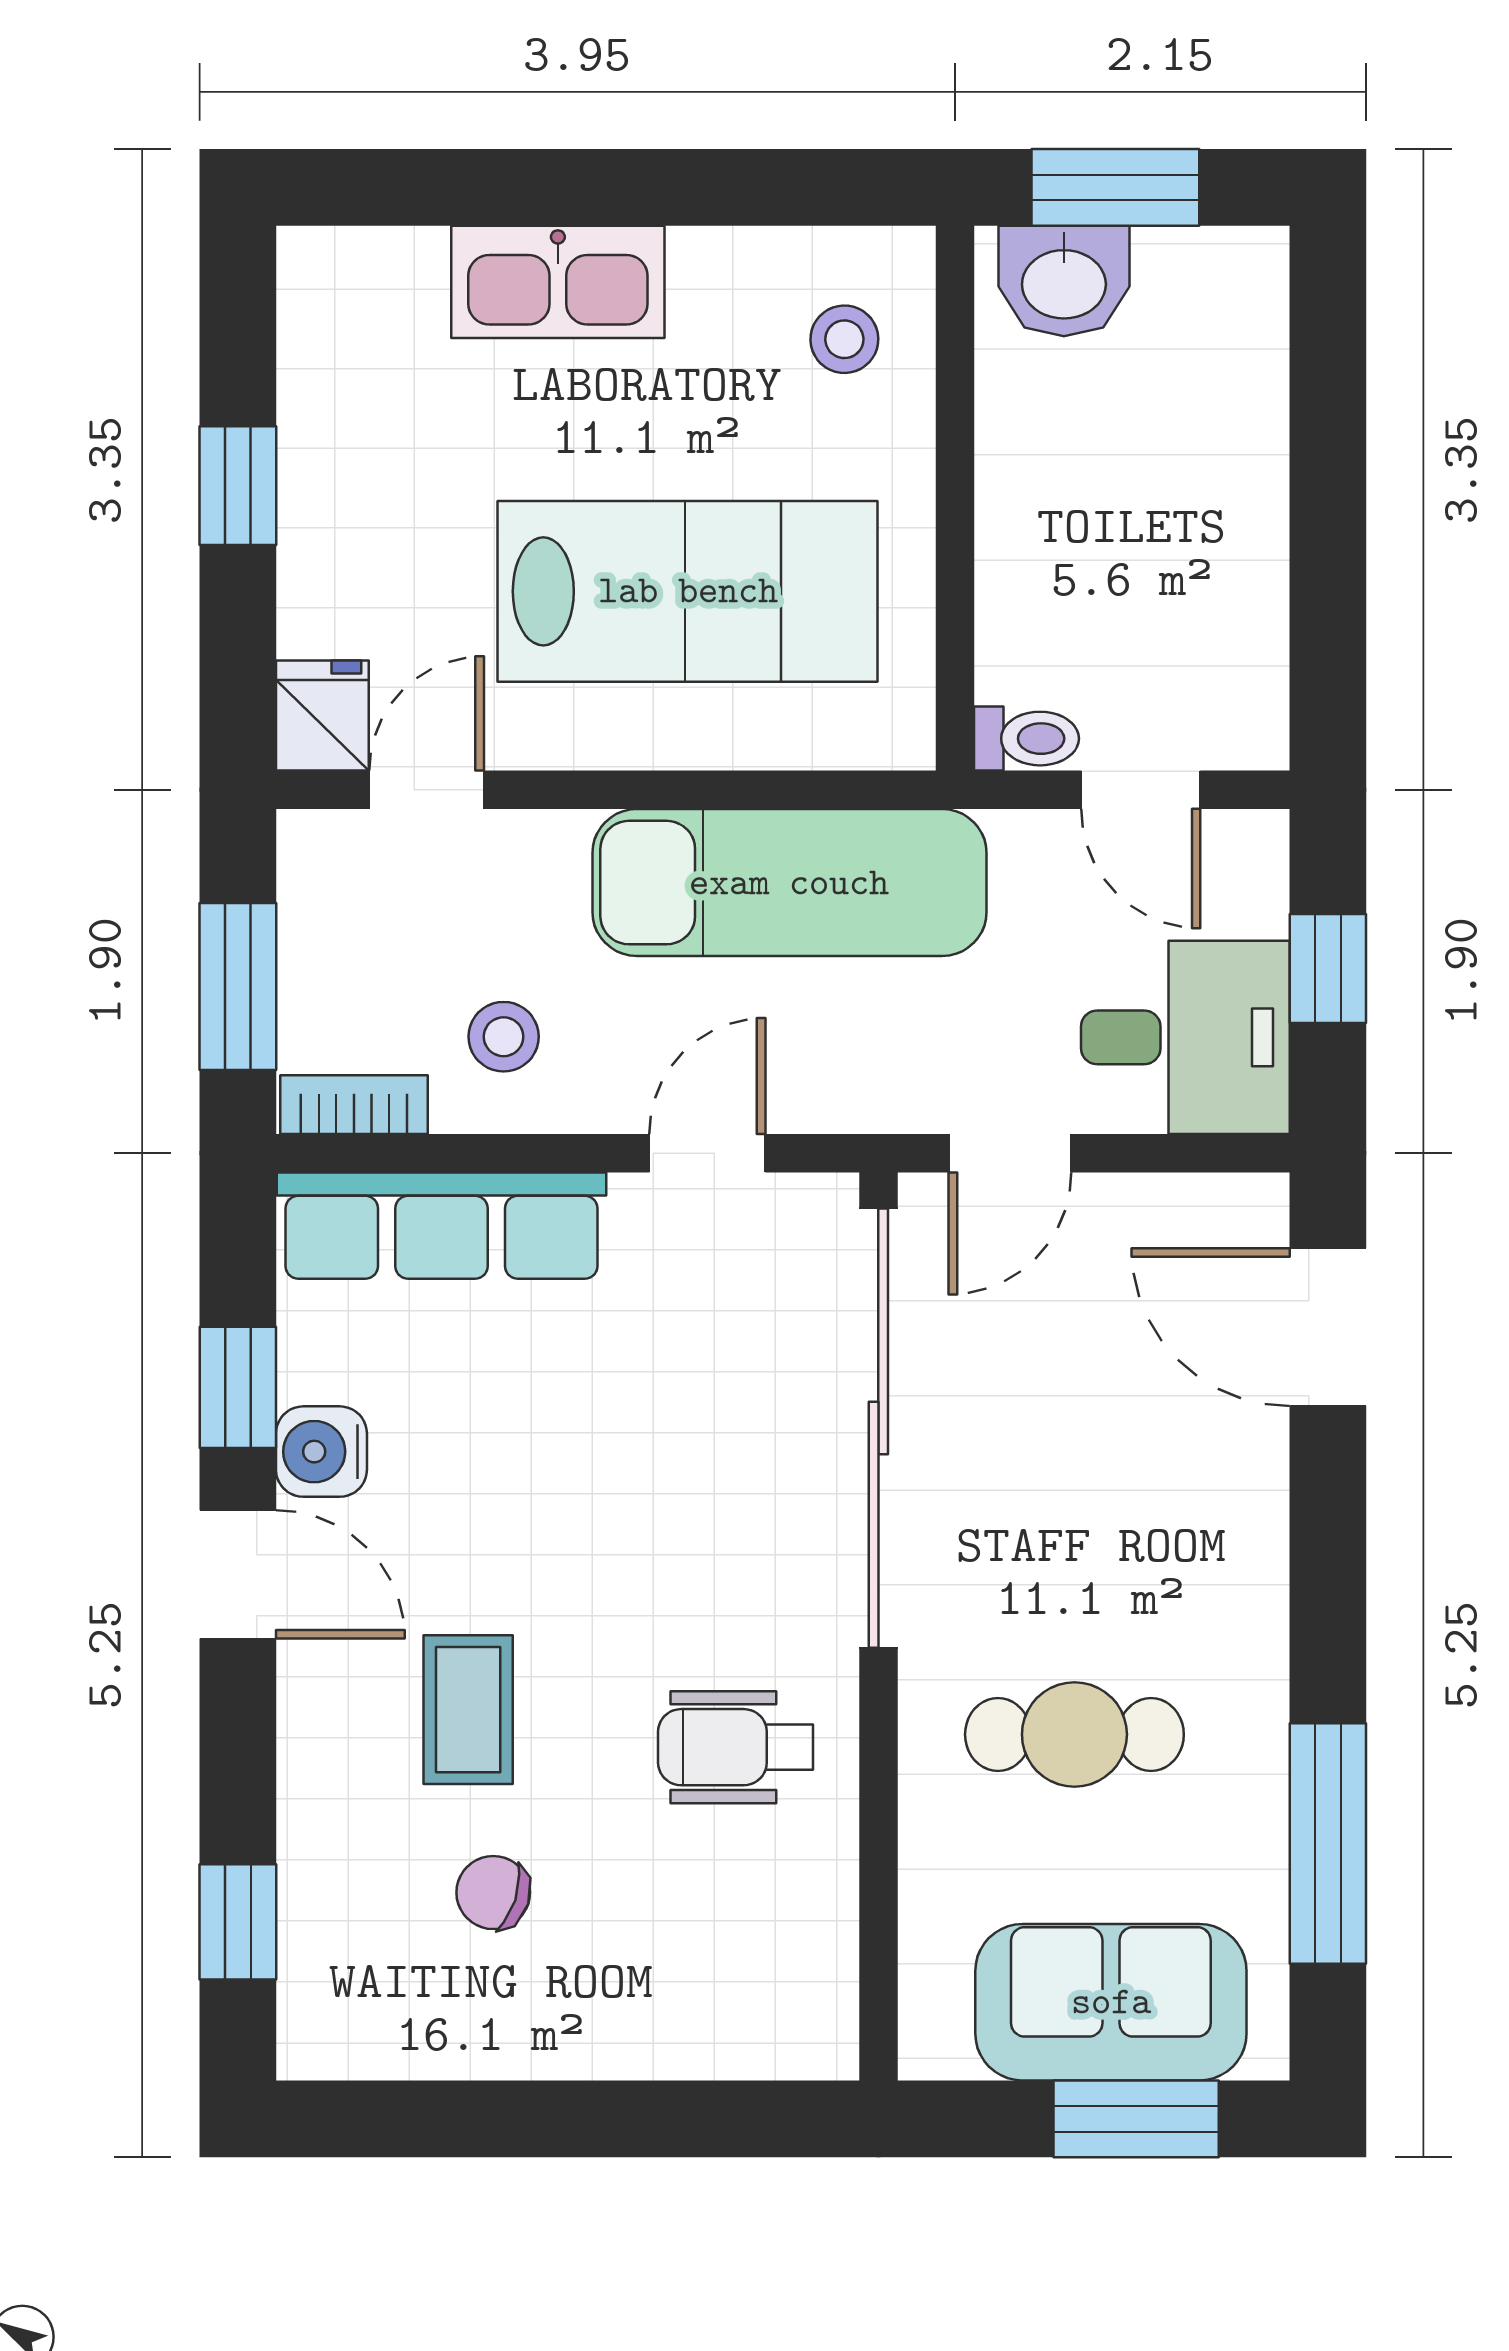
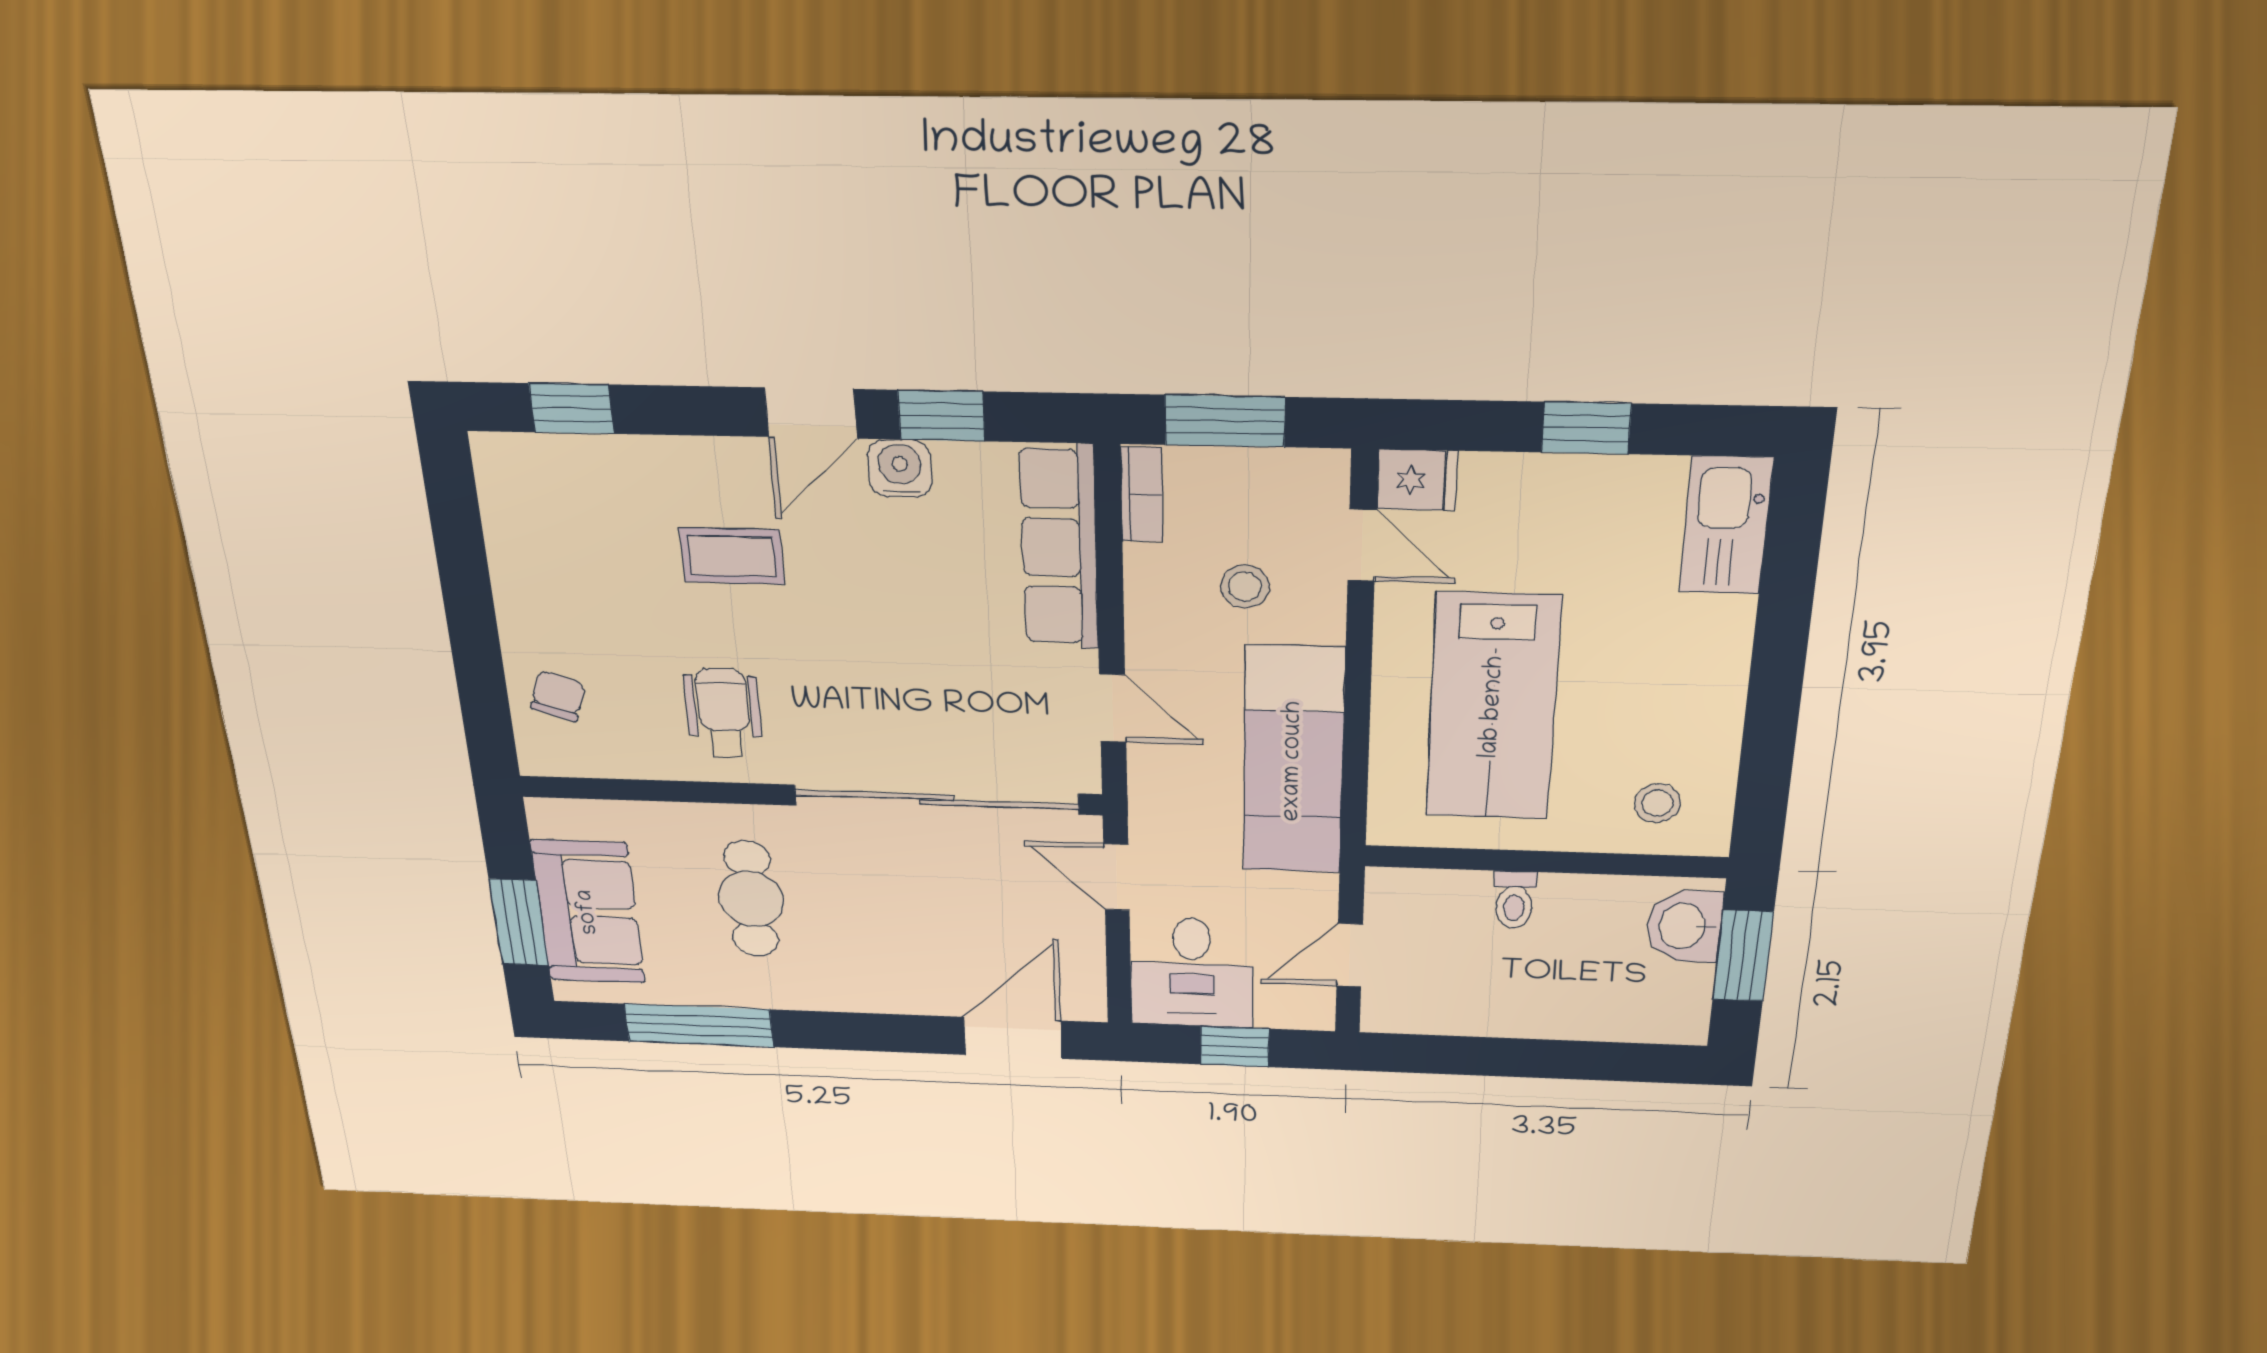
kitchen sink: (558, 282) -> (1726, 525), moved
toilet: (1026, 739) -> (1514, 900), moved
stool: (504, 1037) -> (1245, 587), moved
chair: (493, 1893) -> (558, 696), moved

